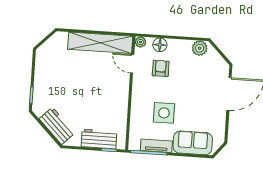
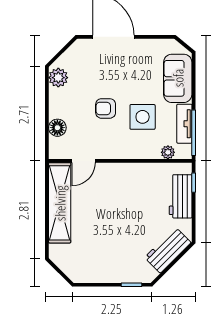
plant: (140, 42) -> (168, 152), moved
armchair: (161, 68) -> (106, 108), moved

